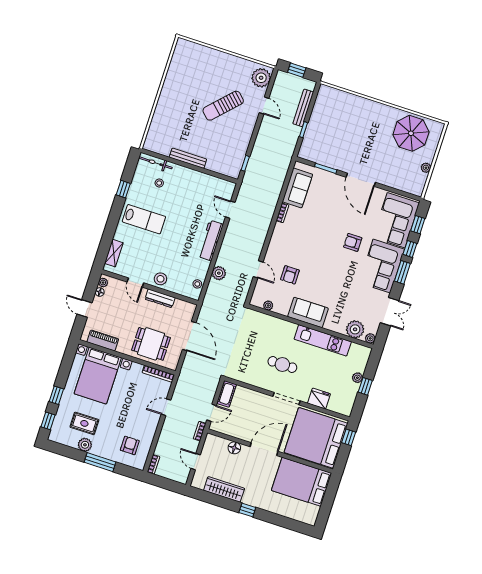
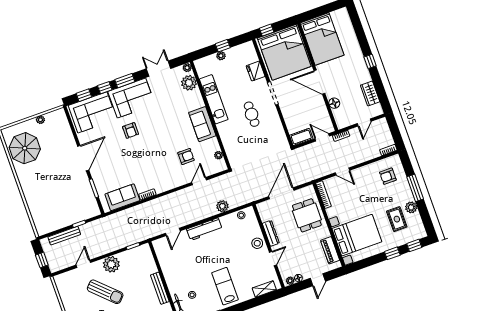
plant: (261, 78) -> (111, 264), moved
wardrobe: (224, 489) -> (370, 93), width x0.67

